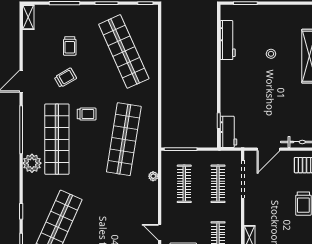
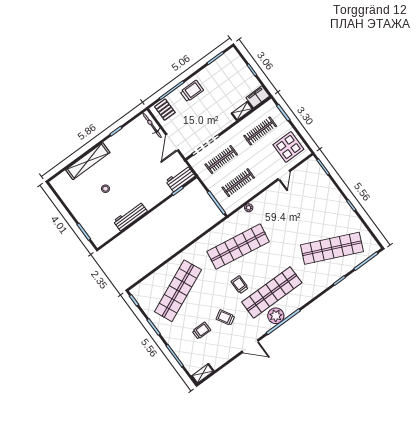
workbench: (228, 40) -> (130, 216), moved
door: (268, 149) -> (172, 142), swing flipped
plant: (32, 163) -> (276, 316), moved

